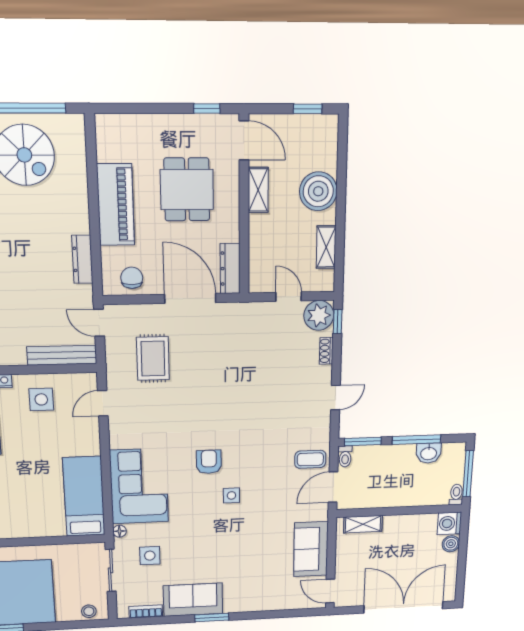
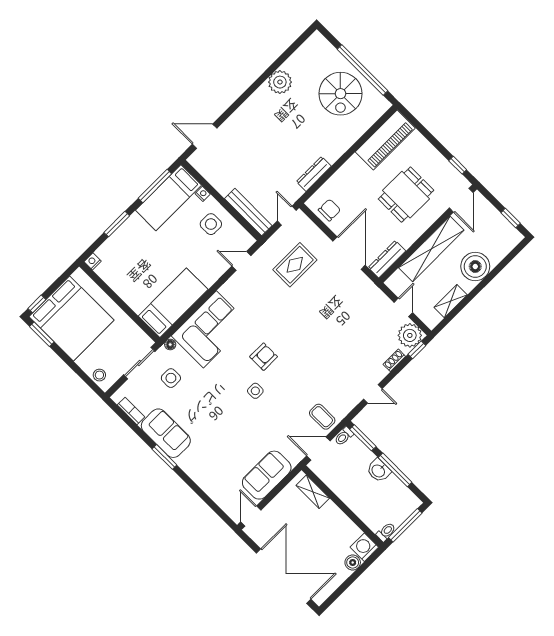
shelving: (258, 190) -> (431, 249), width x2.20, depth x1.33
piano: (116, 205) -> (385, 140), moved
washbasin: (429, 453) -> (379, 471), moved

